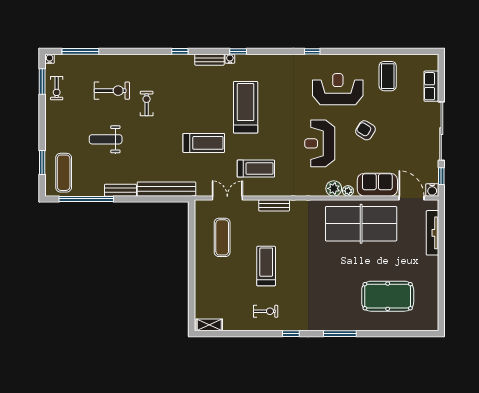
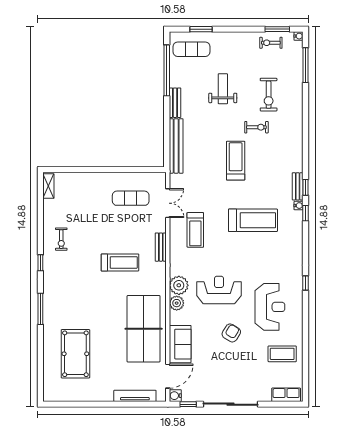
window: (180, 51) -> (305, 187), moved
row of seats: (431, 86) -> (286, 395), moved
treadmill: (204, 143) -> (236, 161), moved, turned 180
plant: (348, 191) -> (179, 285), moved, width x1.87, depth x1.87
treadmill: (266, 266) -> (120, 262), moved

